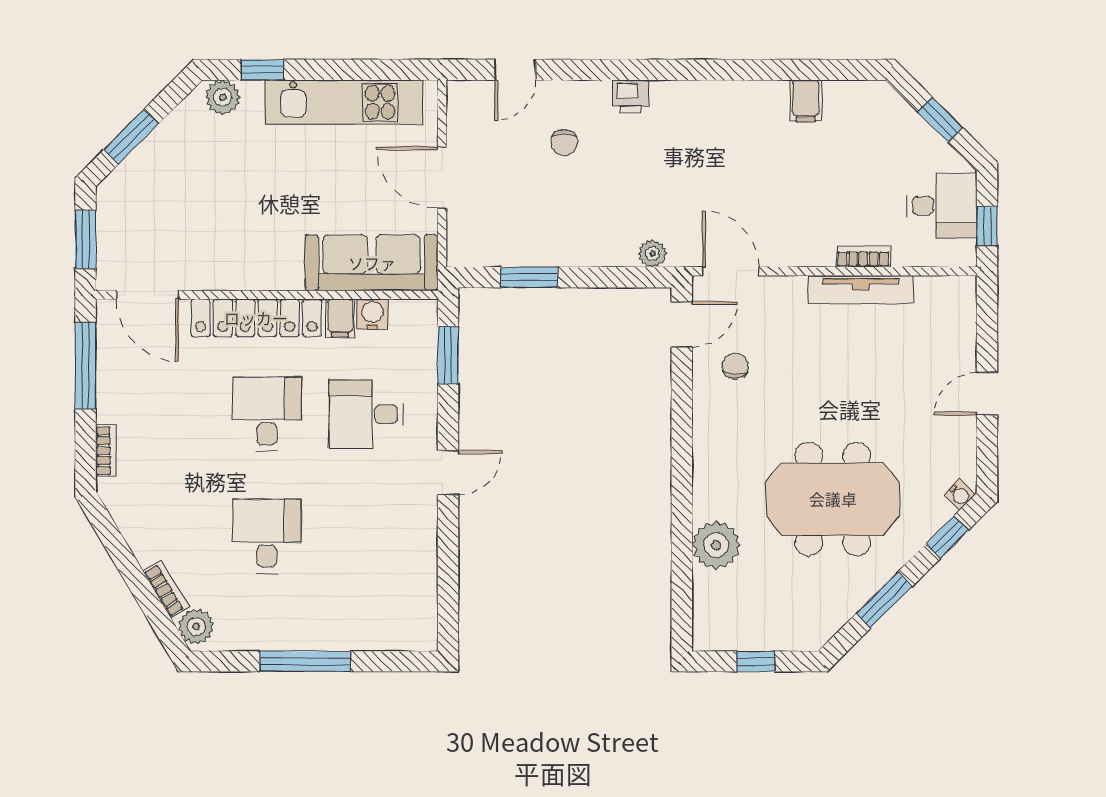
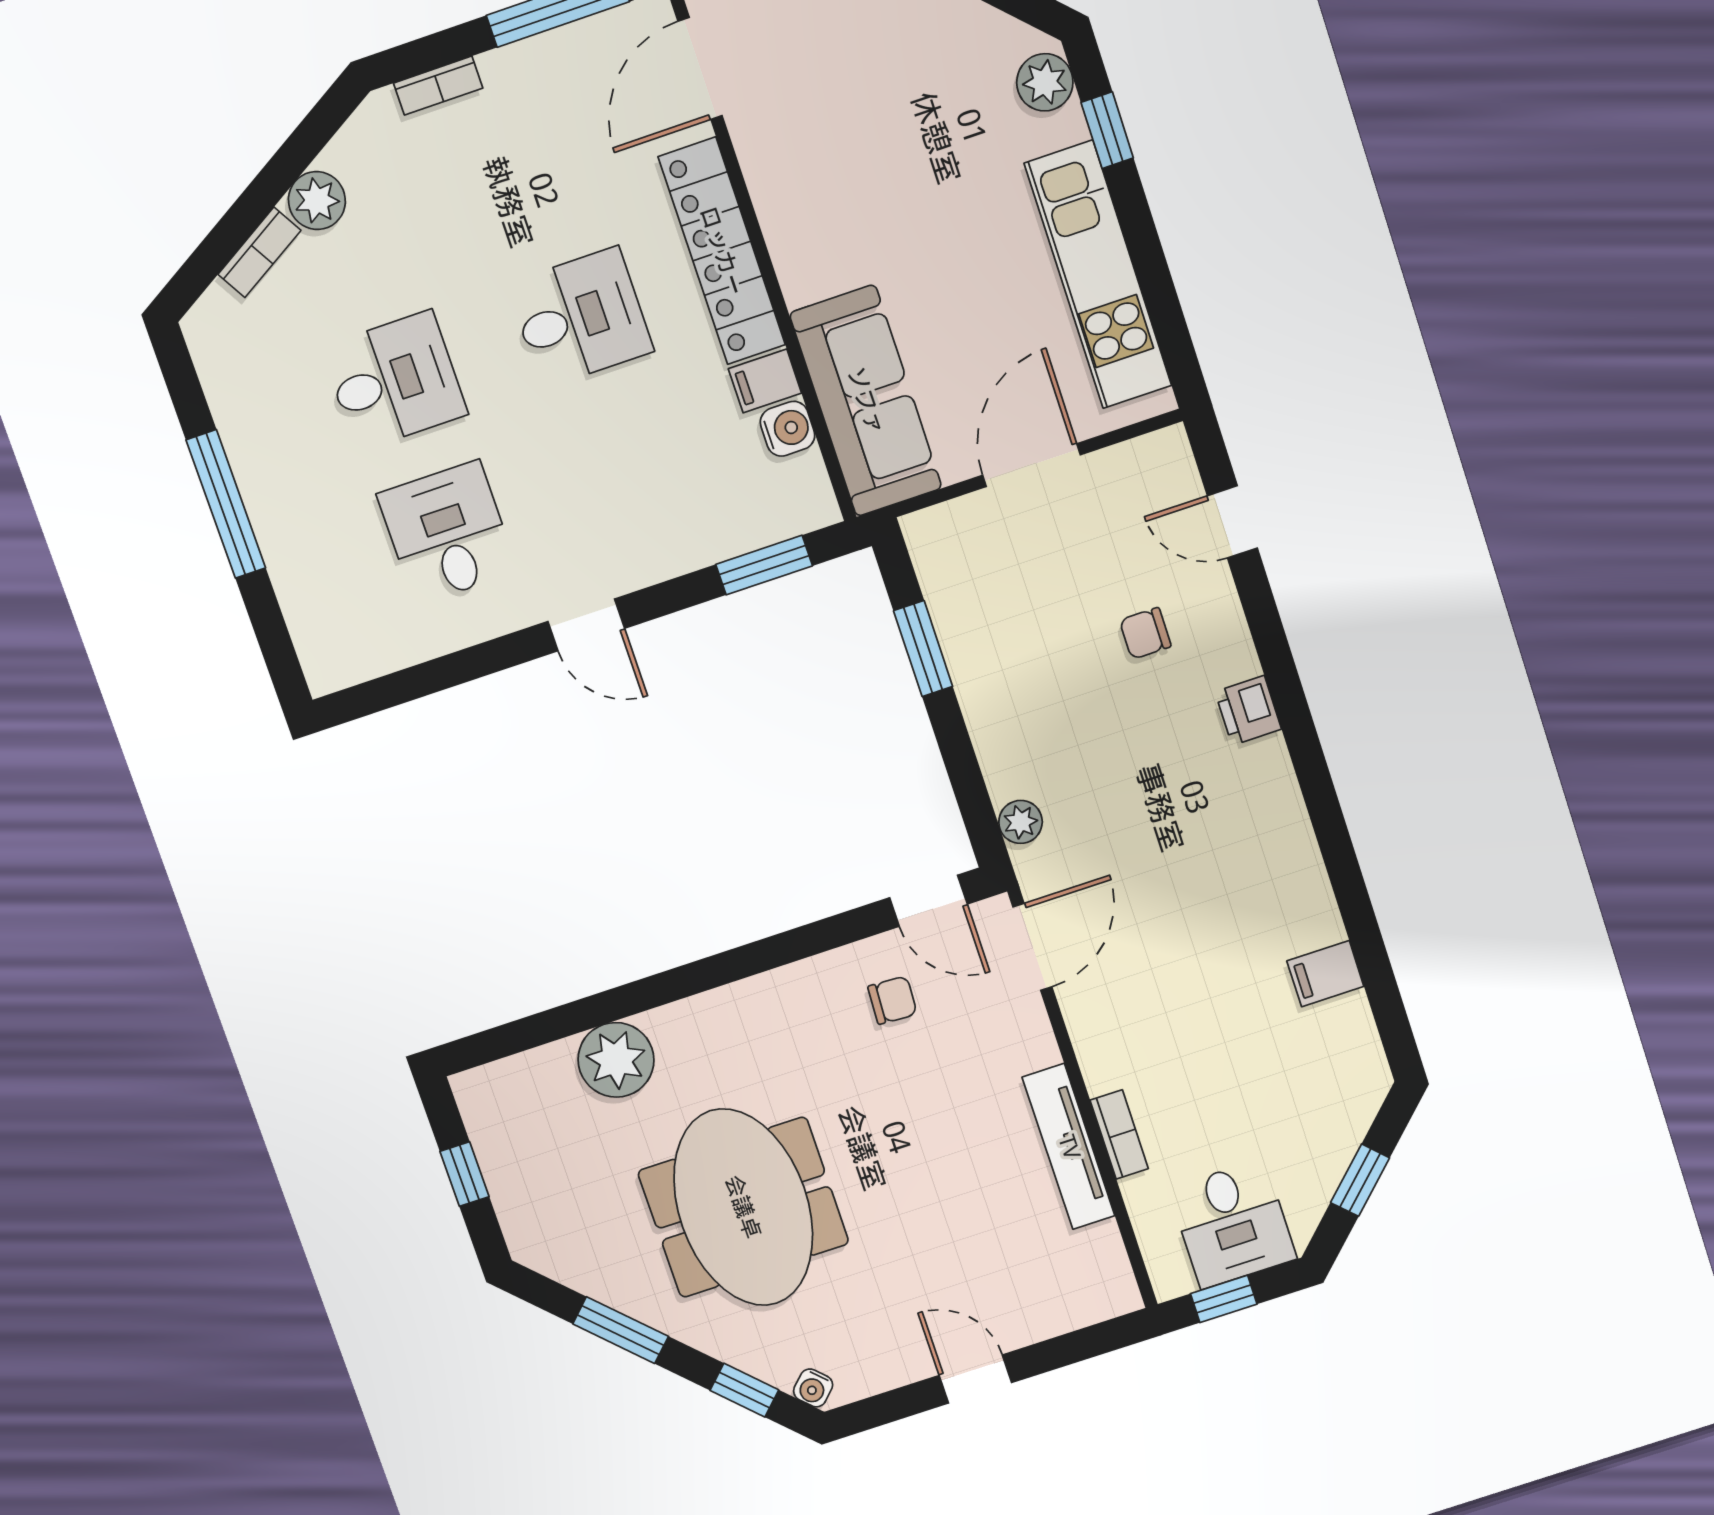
desk: (366, 414) -> (447, 533), moved
plant: (196, 627) -> (317, 201), moved

